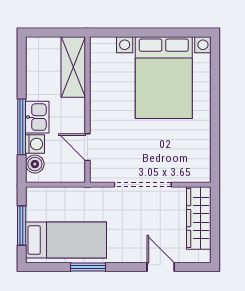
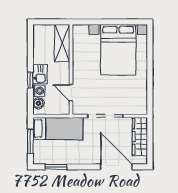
window: (22, 127) -> (30, 80), width x0.46
bed: (66, 240) -> (58, 128), moved
window: (88, 267) -> (56, 167), moved
door: (161, 267) -> (116, 167), width x1.88

